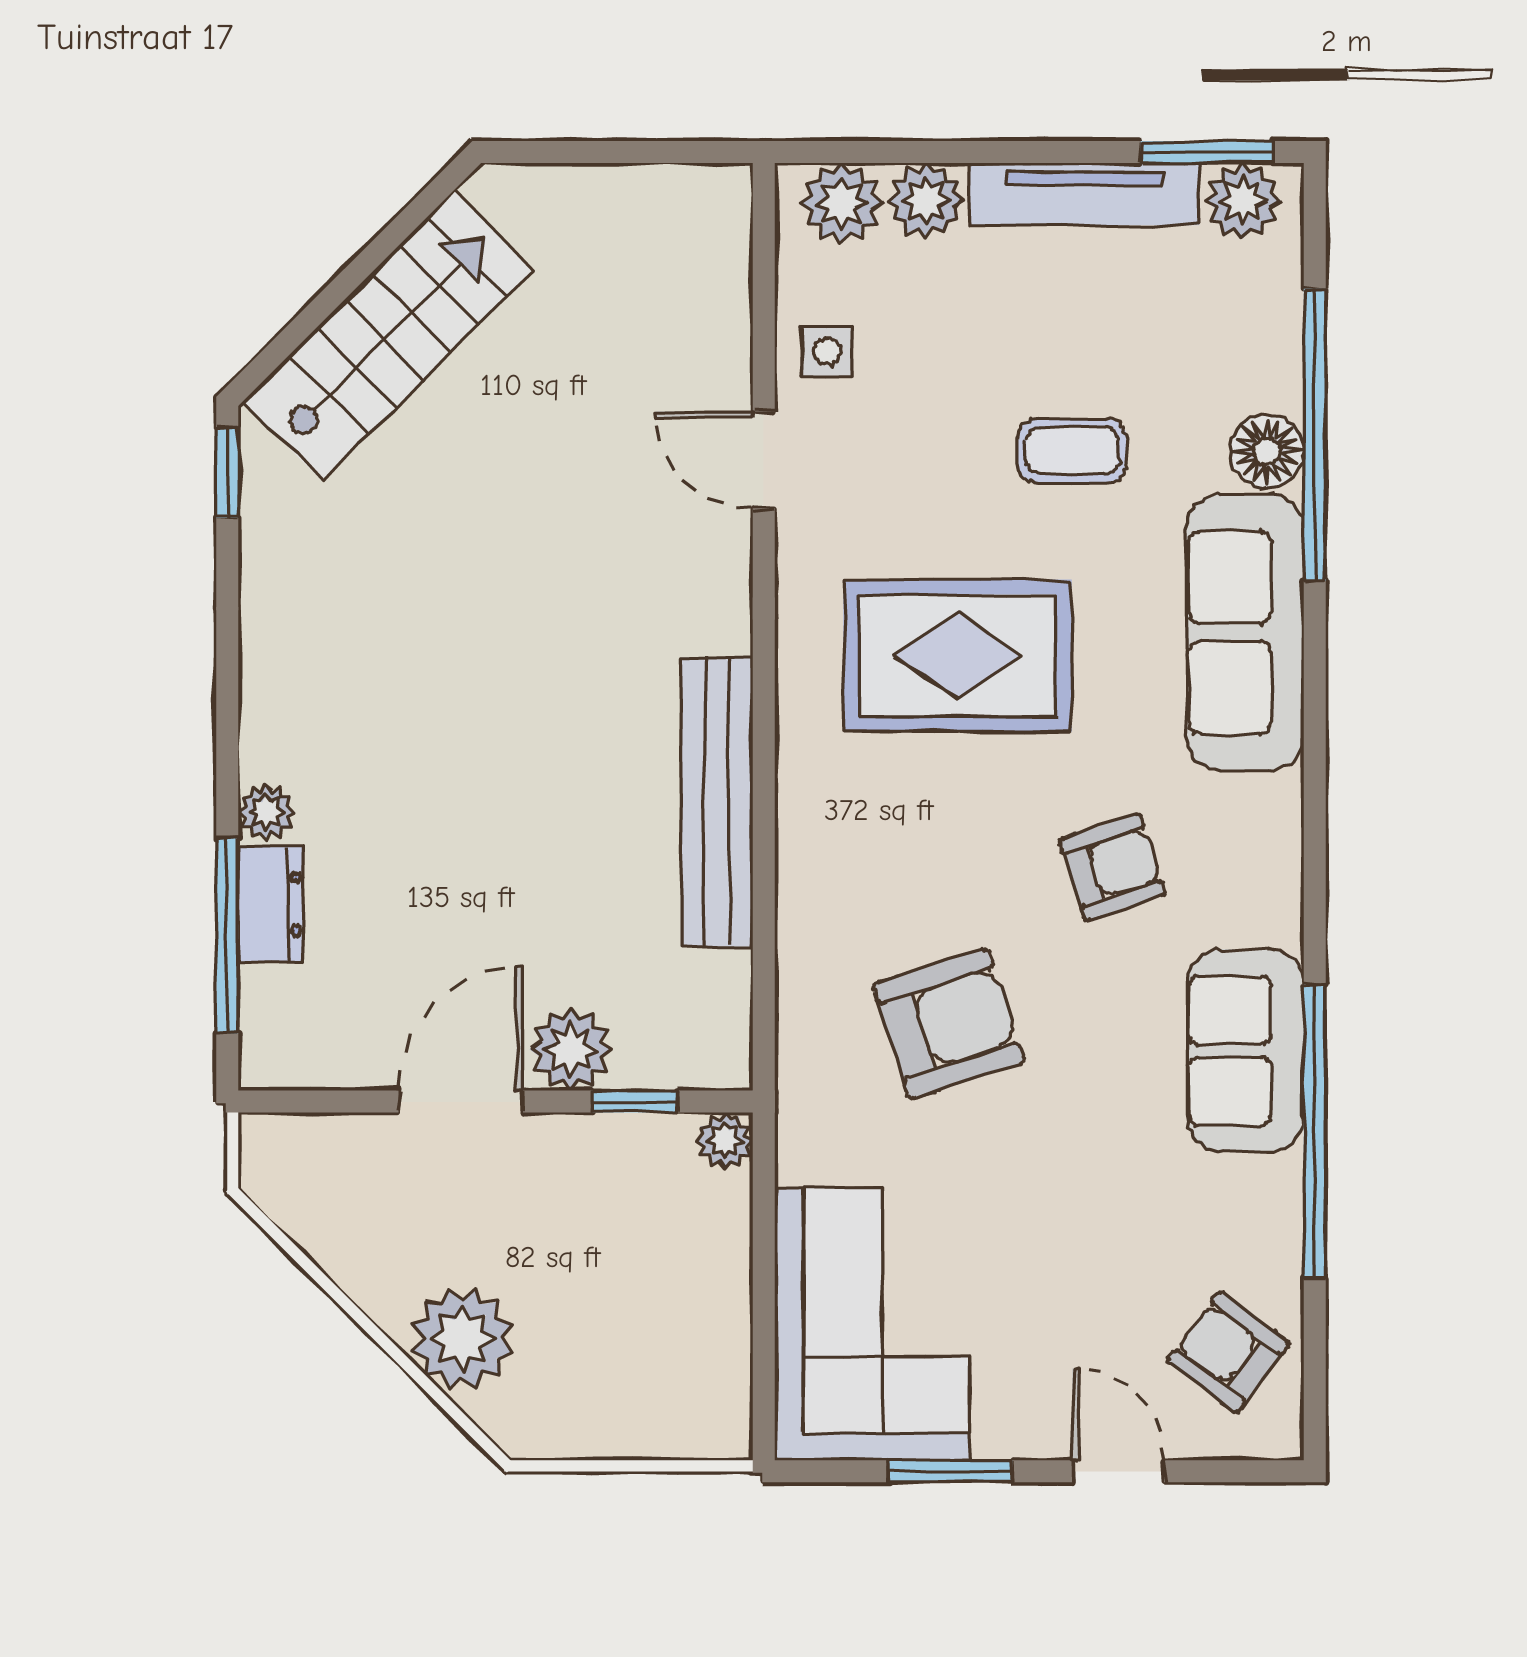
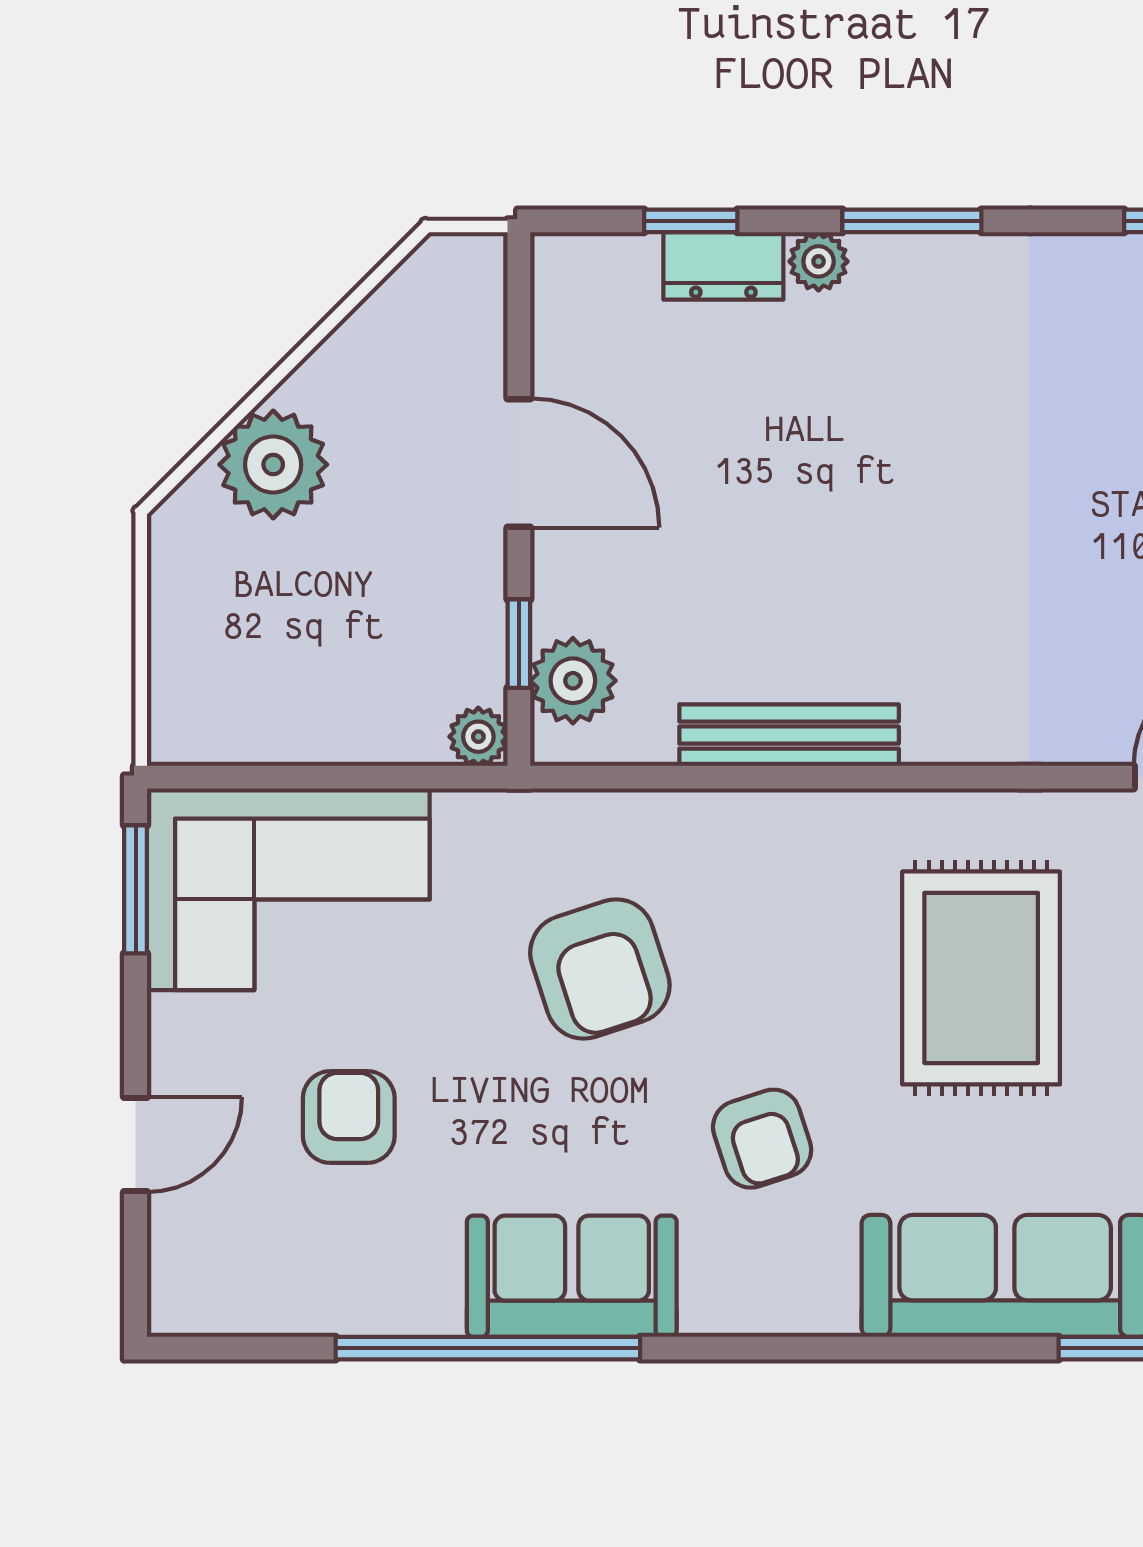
window: (227, 722) -> (912, 221), added
bench: (717, 802) -> (789, 735), width x0.73, depth x0.82
window: (227, 936) -> (691, 221), width x0.46
plant: (571, 1049) -> (573, 681), moved
armchair: (1228, 1352) -> (349, 1117), moved, turned -37
window: (950, 1471) -> (136, 889), moved

